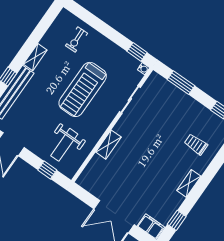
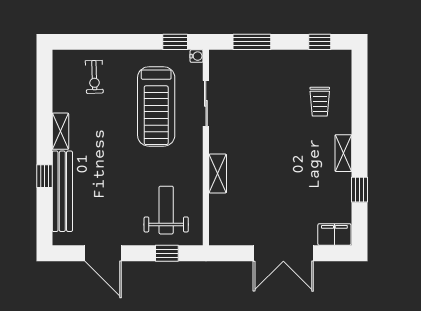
treadmill: (83, 89) -> (156, 106), moved
trolley: (196, 144) -> (320, 102), turned -90
weight bench: (64, 145) -> (166, 210), turned 180
window: (177, 220) -> (360, 190), moved

